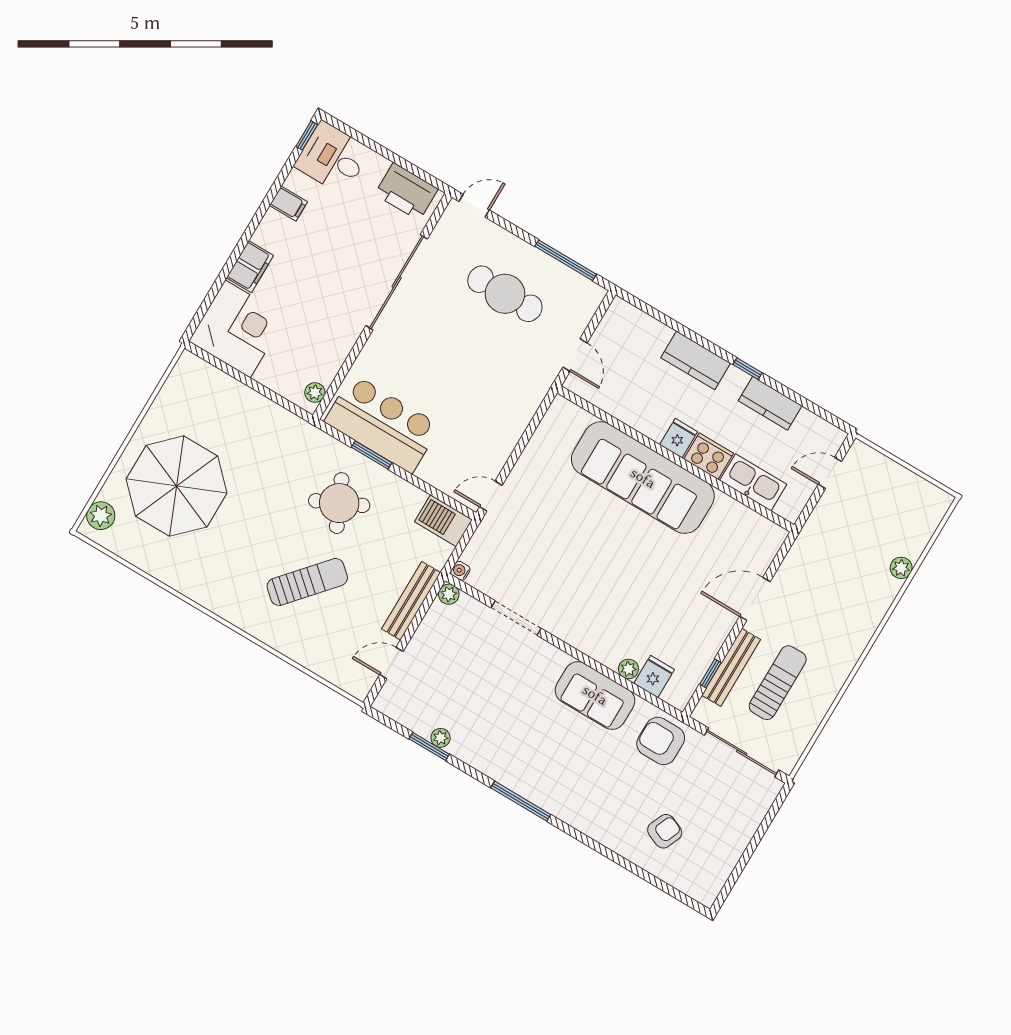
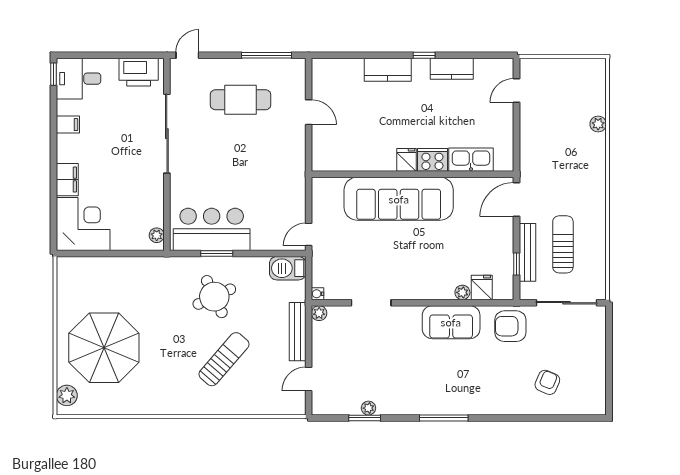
fridge: (679, 438) -> (406, 160), moved
cooker: (709, 456) -> (432, 160), moved
wall: (676, 459) -> (413, 174), moved
sofa: (643, 478) -> (399, 199), moved
kitchen sink: (753, 482) -> (471, 160), moved

